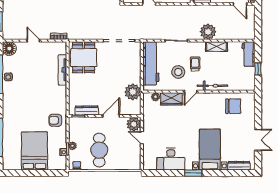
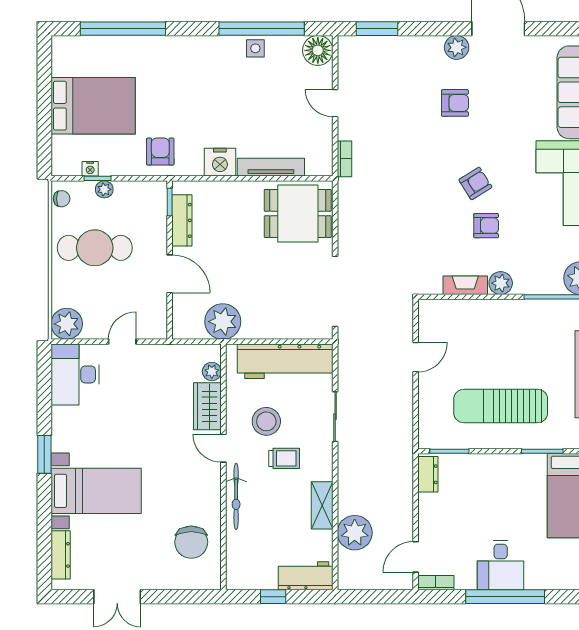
plant: (208, 32) -> (355, 533), moved
door: (33, 41) -> (335, 103), swing flipped
nightstand: (60, 93) -> (220, 162), added
plant: (134, 124) -> (67, 324), moved
desk: (171, 159) -> (75, 374), moved

